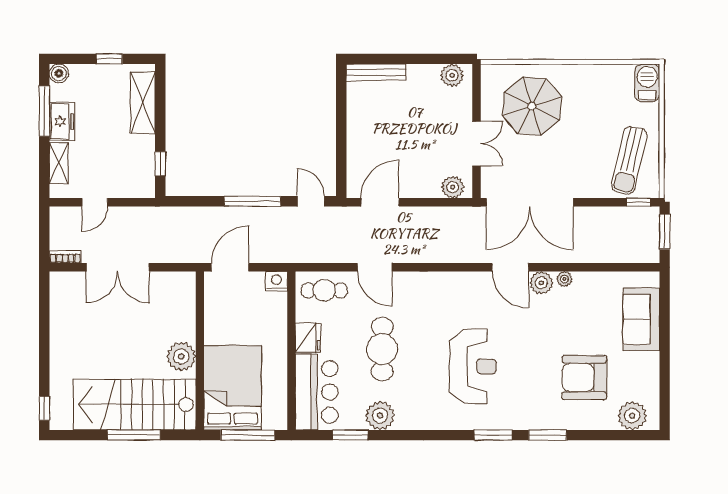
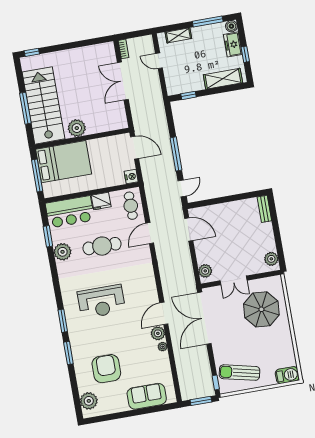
bench: (376, 72) -> (264, 209), width x0.73
freezer: (62, 121) -> (233, 44), moved, turned 90

